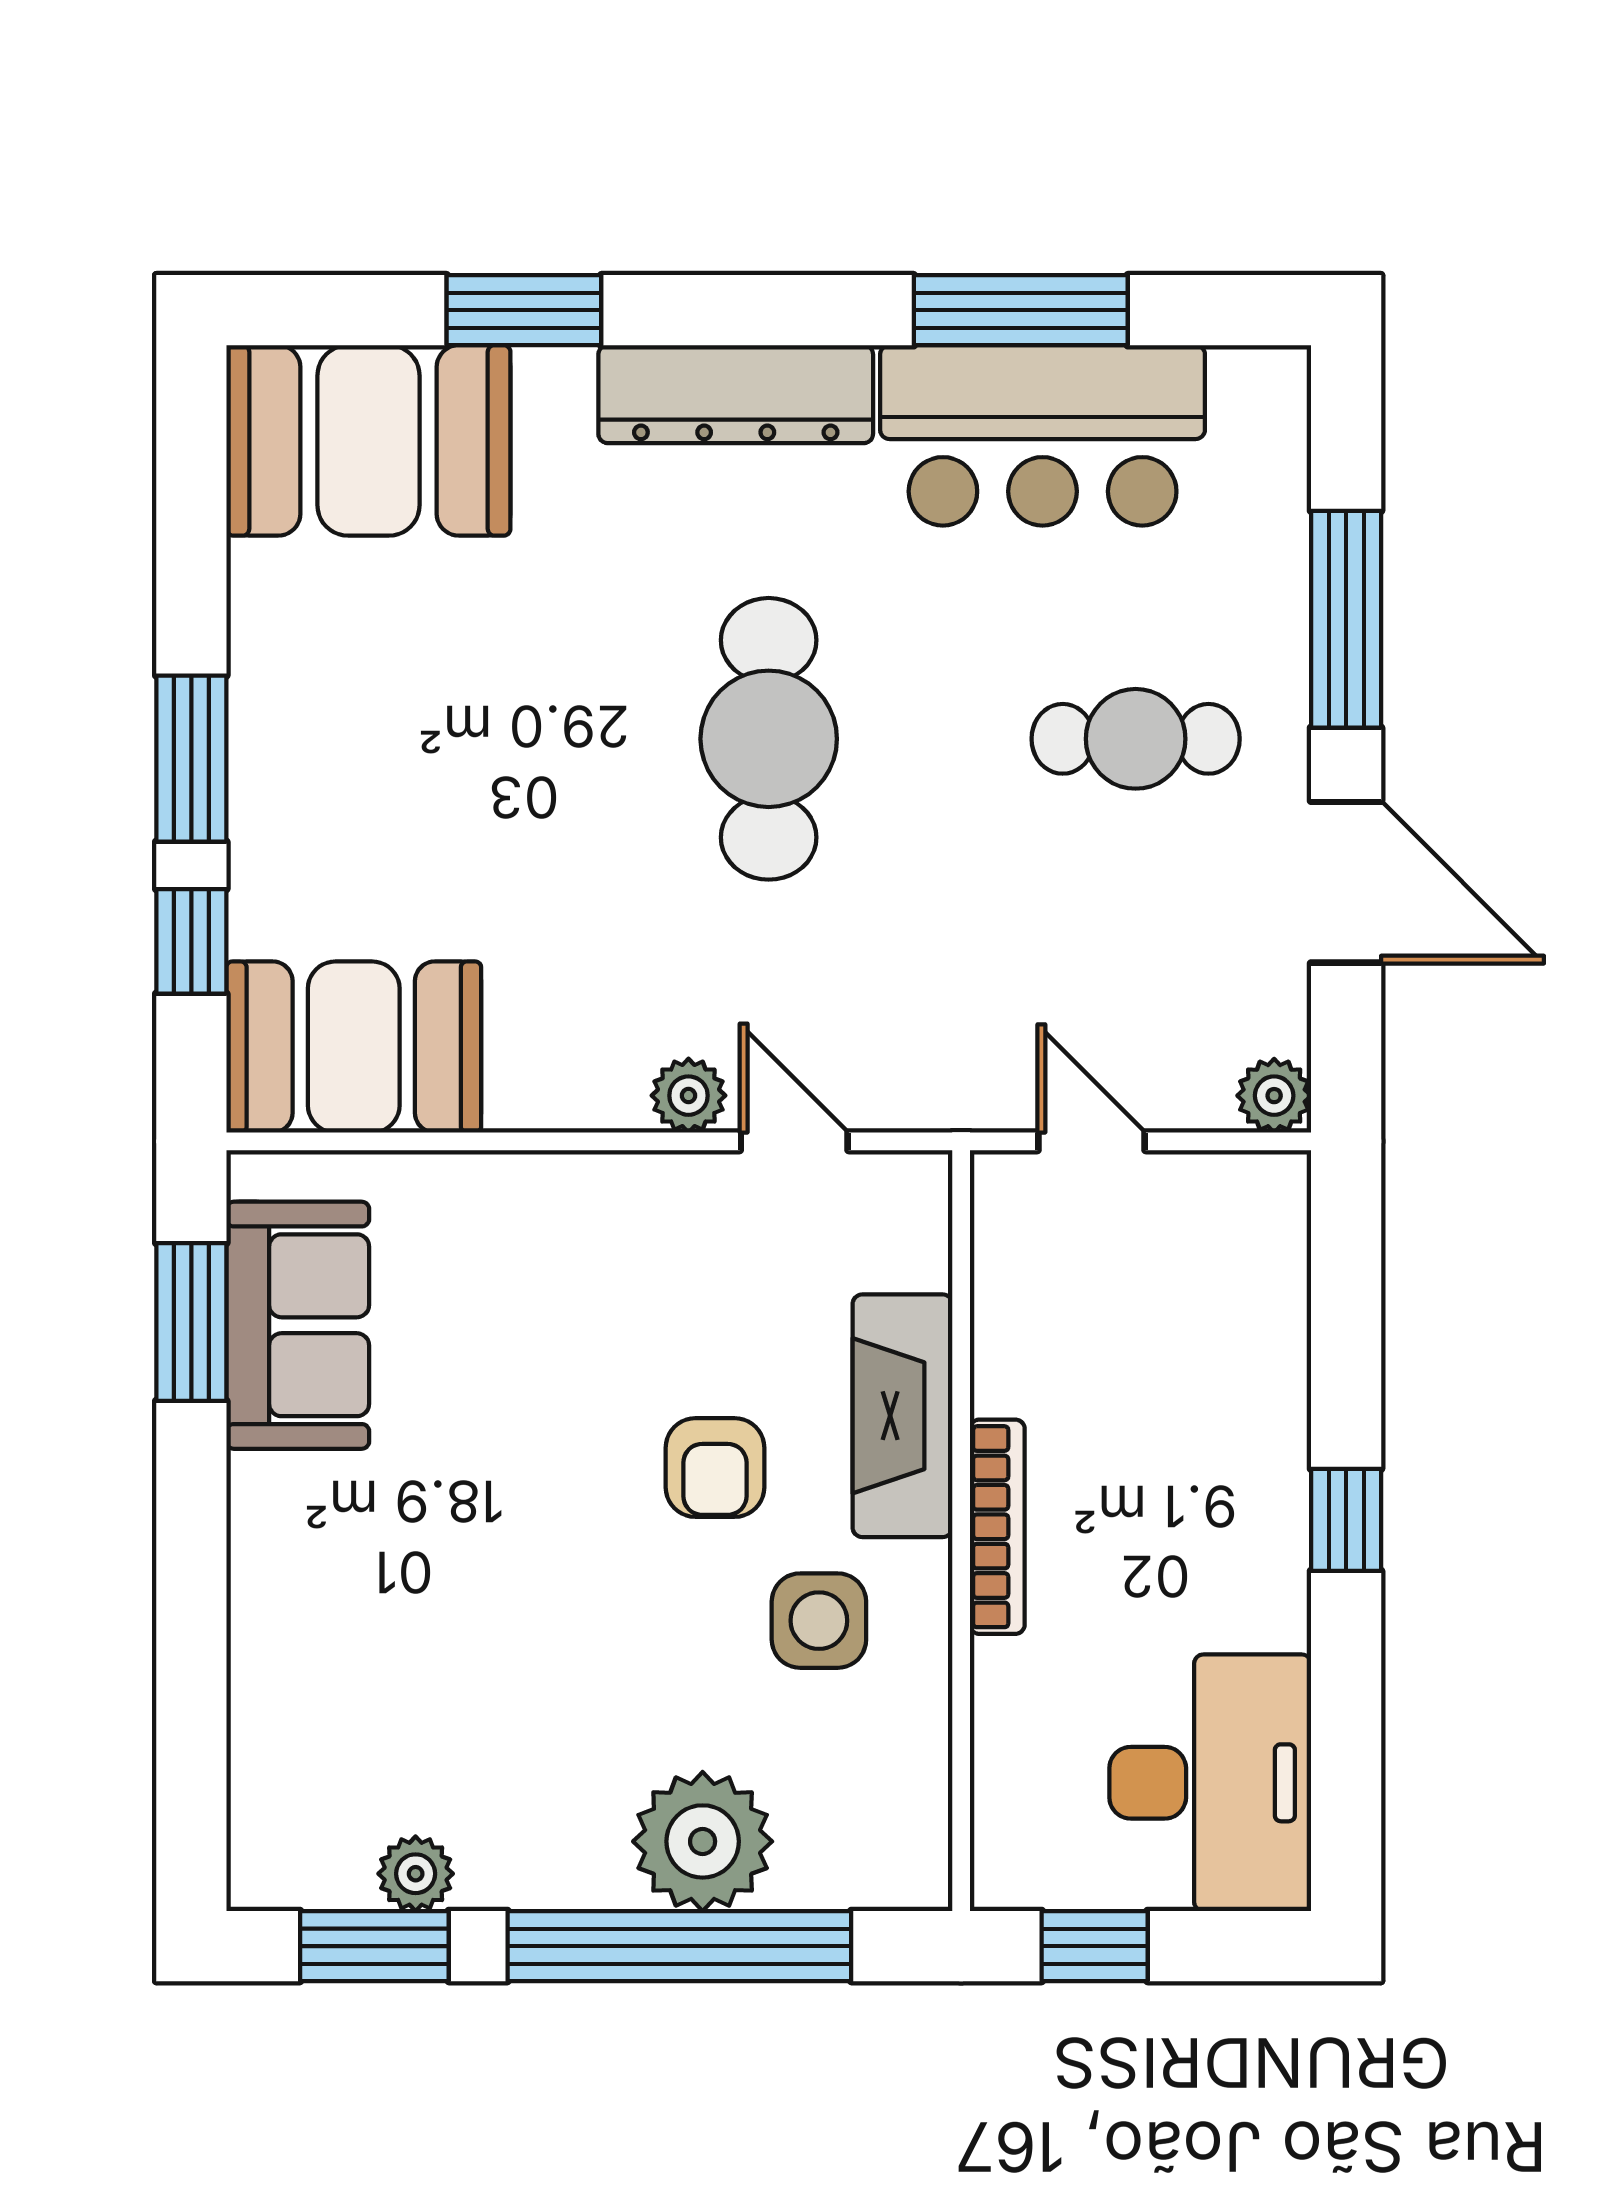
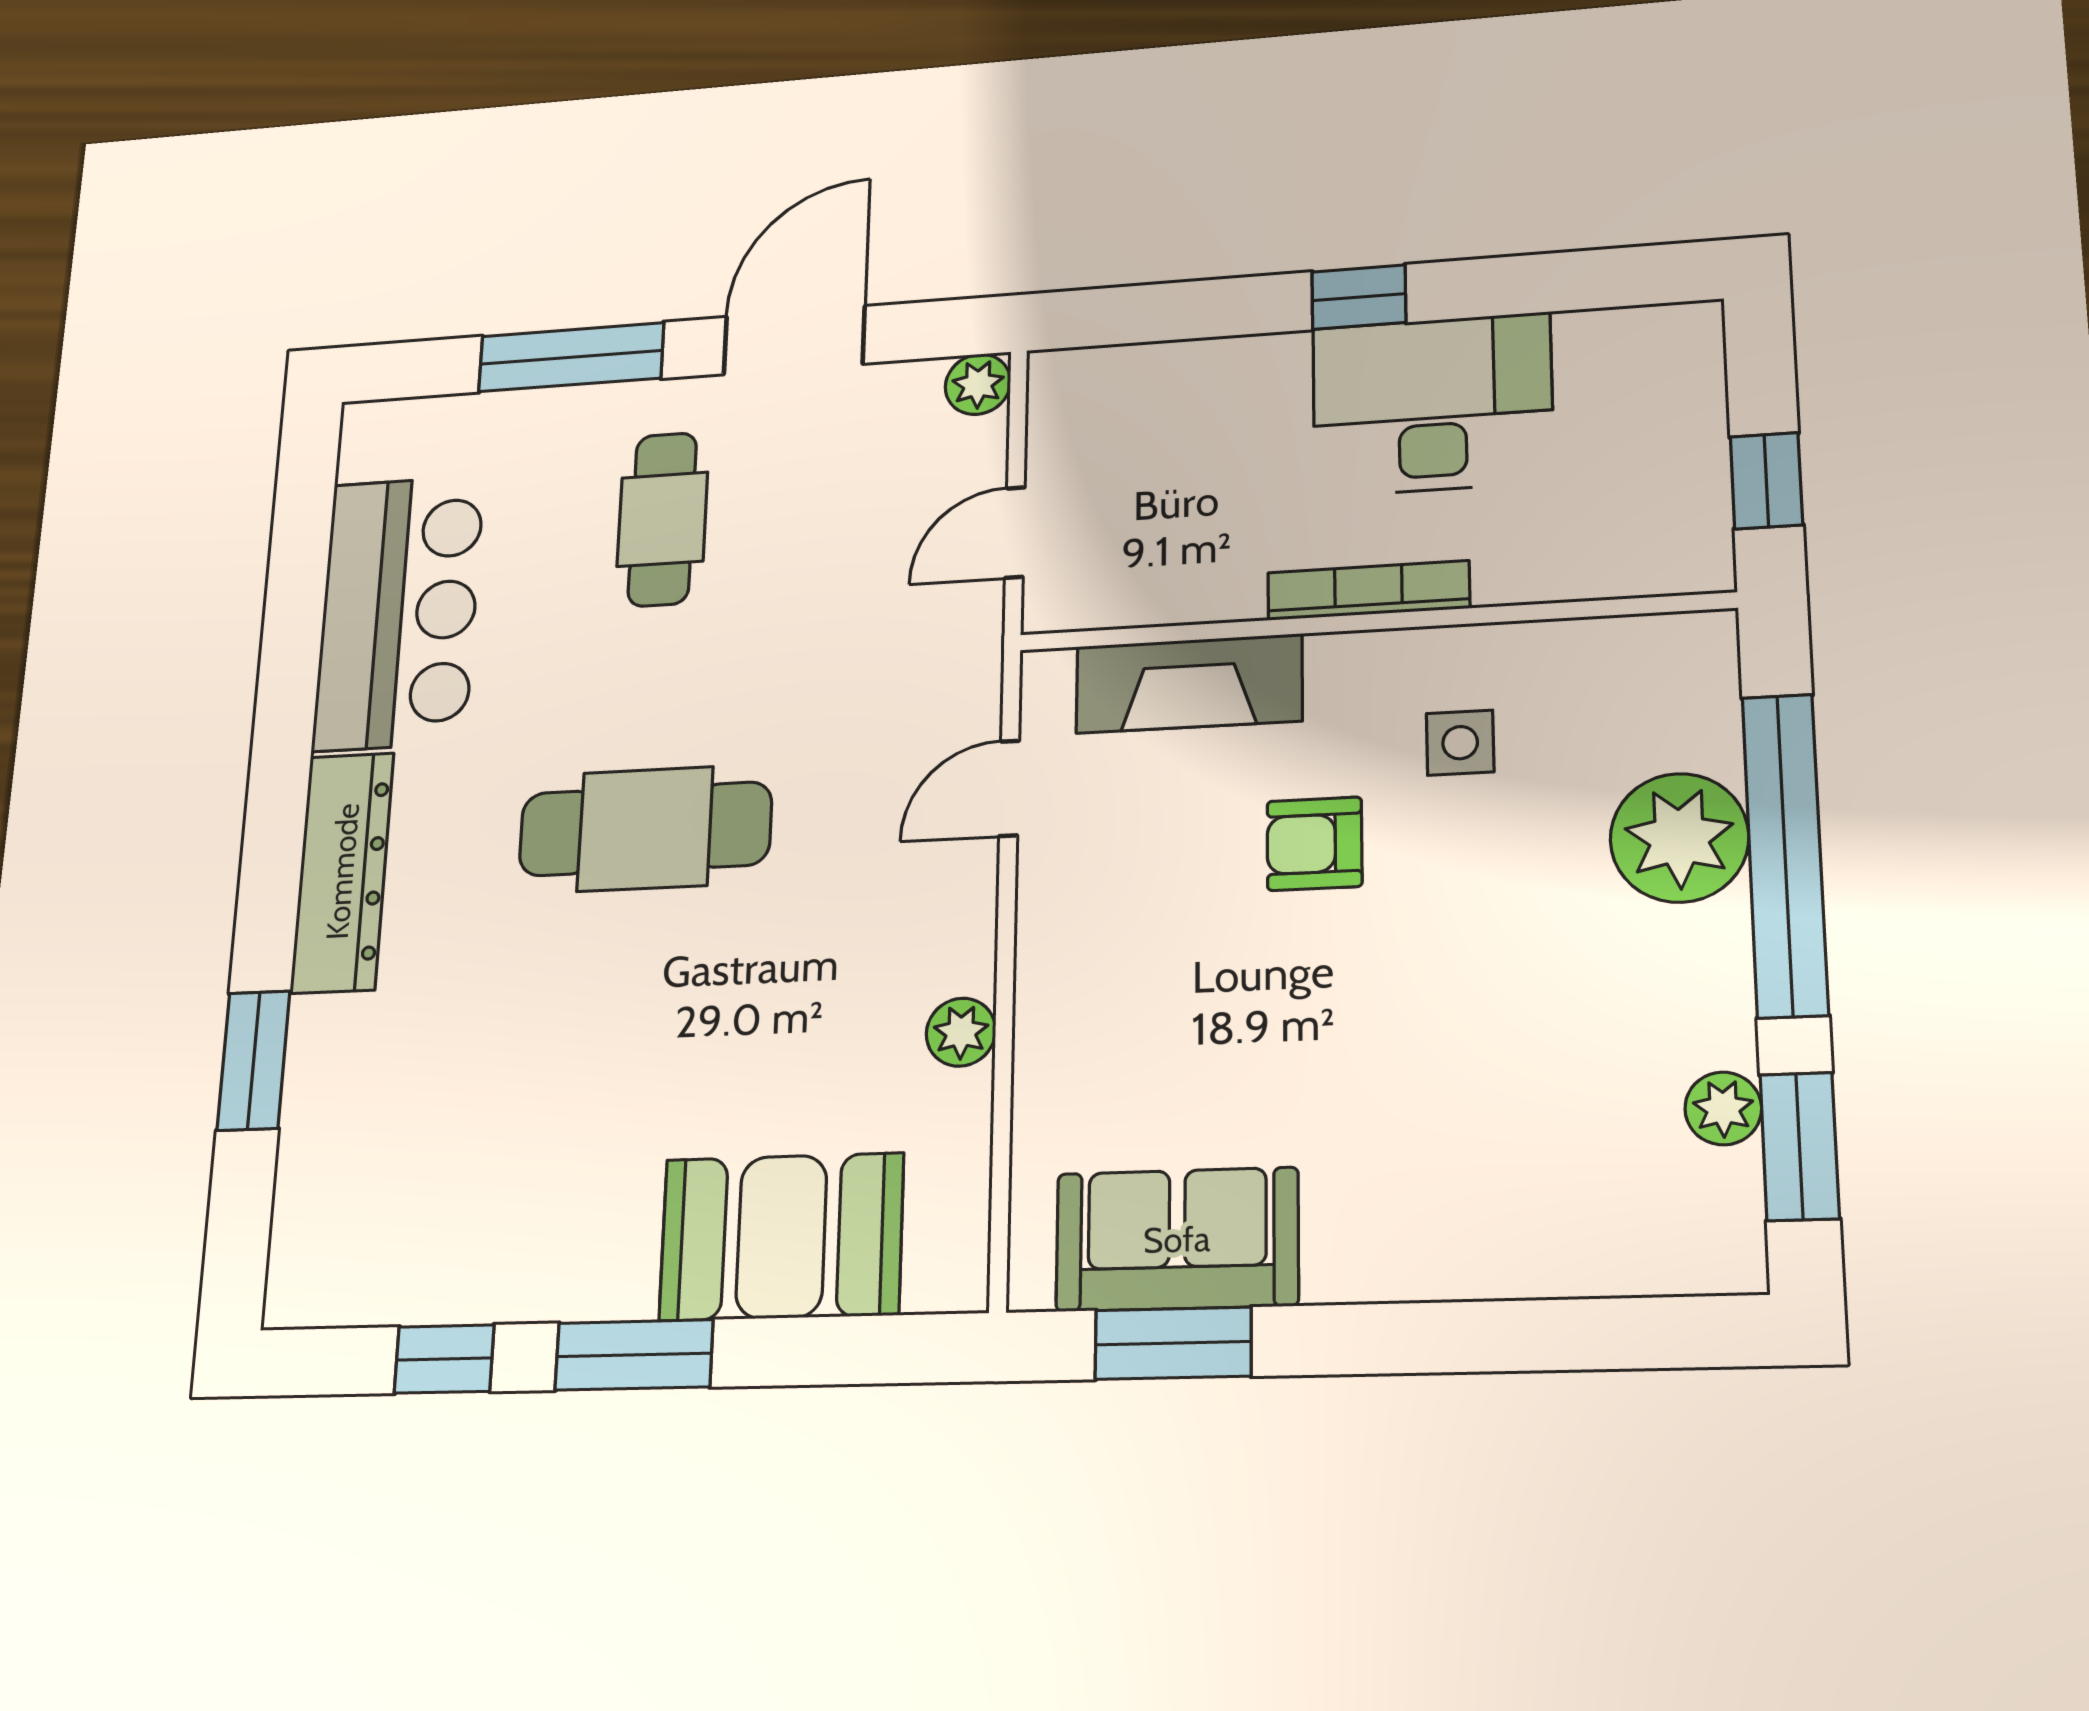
window: (1021, 310) -> (292, 637), removed
booth: (368, 440) -> (356, 1197), removed
window: (191, 941) -> (444, 1359), moved
booth: (354, 1047) -> (781, 1237), moved, turned 90
plant: (688, 1096) -> (961, 1032), moved
fireplace: (902, 1416) -> (1189, 684), moved
armchair: (715, 1468) -> (1315, 844), turned 180
side table: (819, 1621) -> (1460, 743), width x0.73, depth x0.73
desk: (1210, 1783) -> (1432, 404), moved

